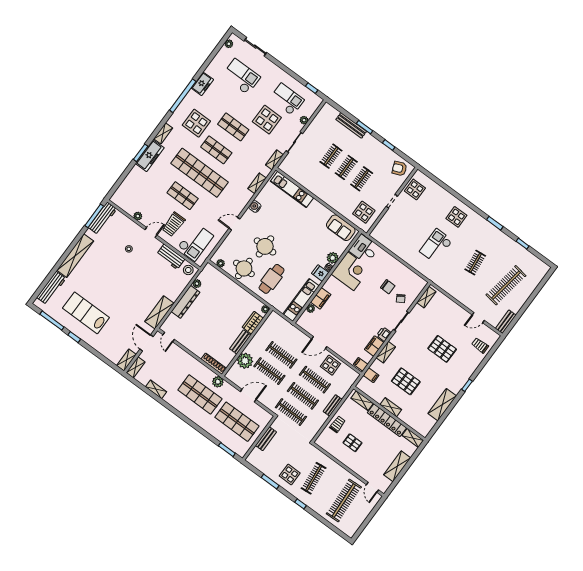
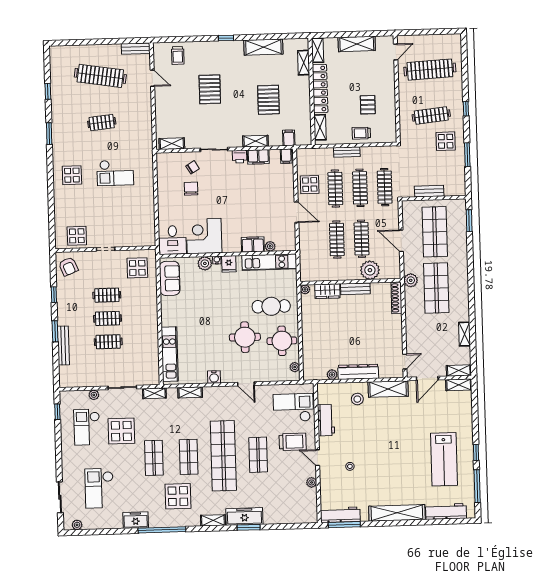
stool: (188, 270) -> (357, 399), moved
shelving: (391, 407) -> (304, 63), moved

